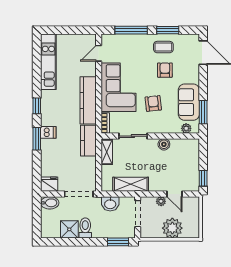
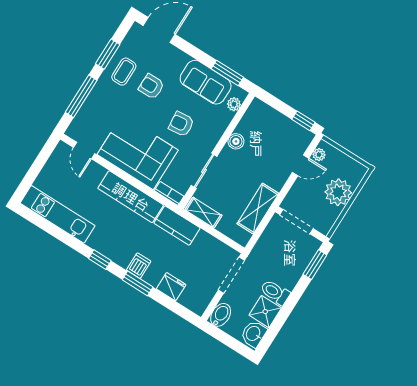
fridge: (49, 184) -> (171, 287), moved, turned 90
plant: (161, 201) -> (319, 155), moved
washbasin: (110, 204) -> (254, 334), moved, turned 180

